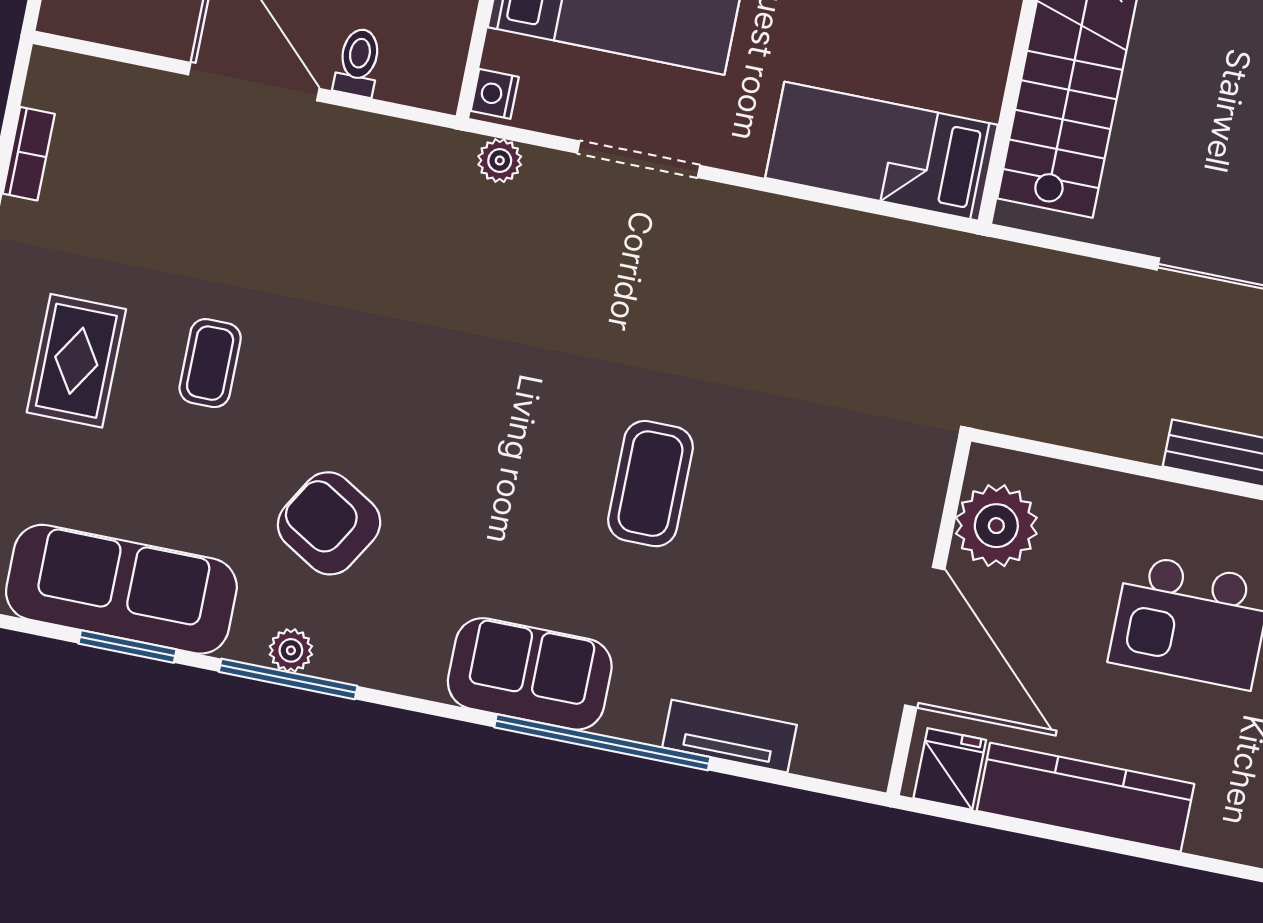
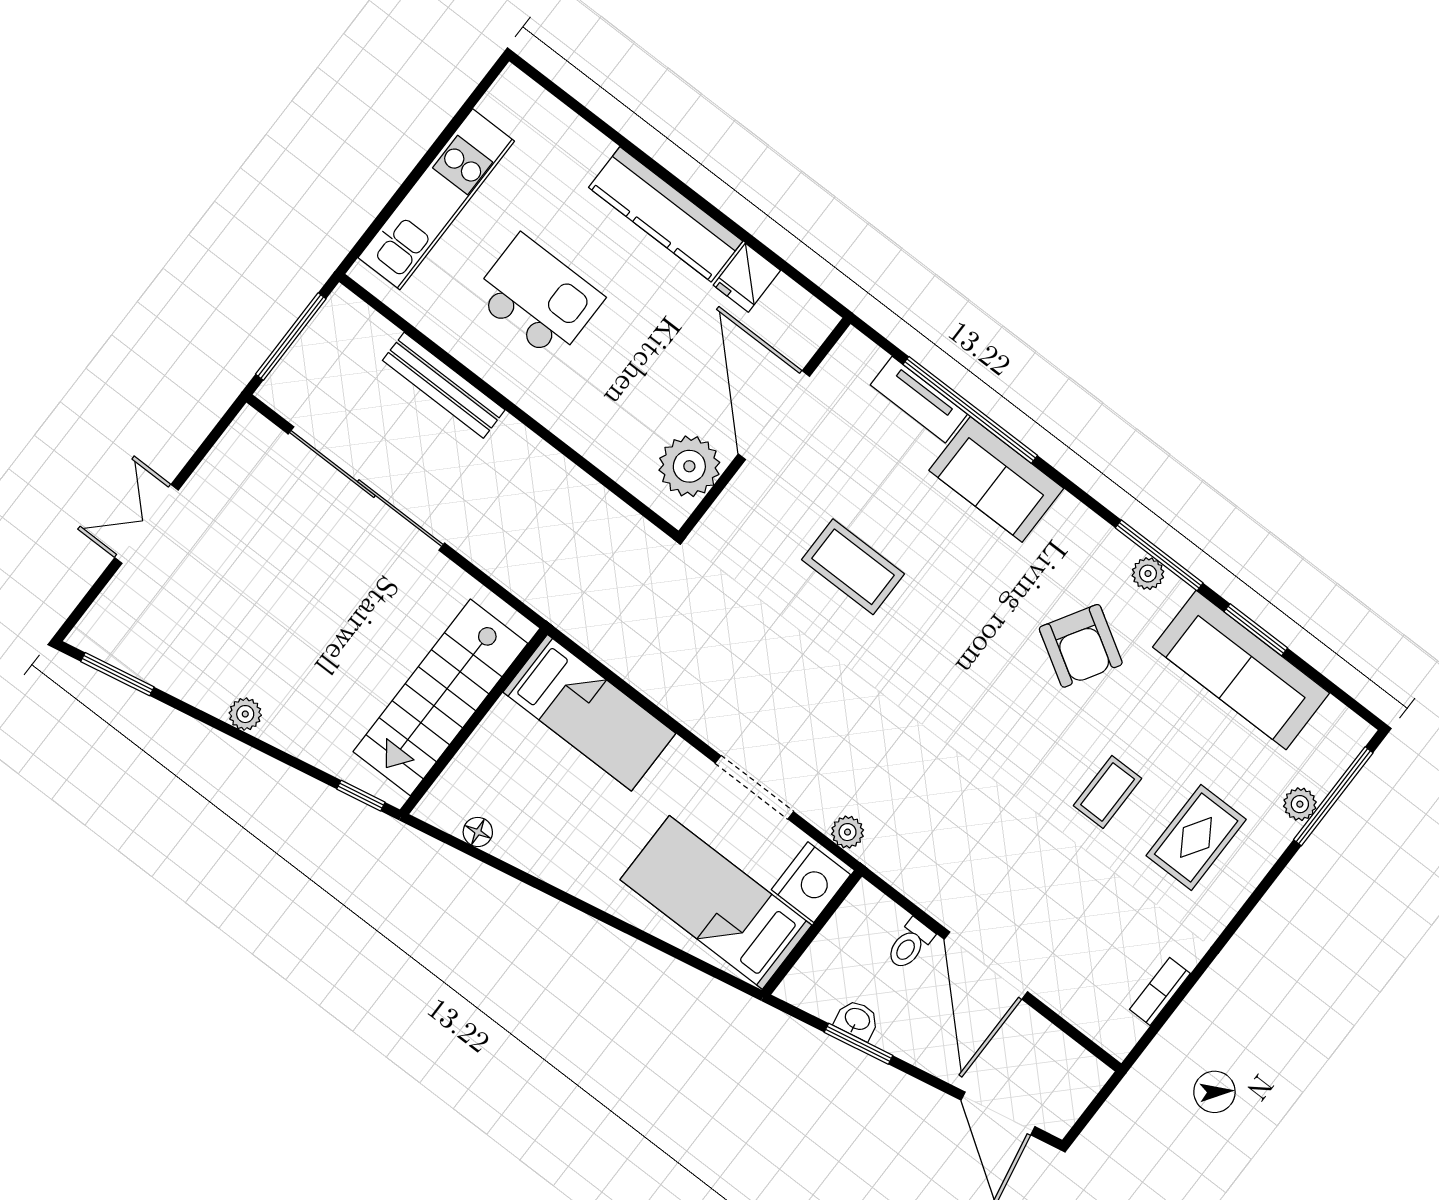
nightstand: (495, 94) -> (811, 882), width x1.89, depth x1.79
coffee table: (650, 484) -> (853, 567), turned 90
plant: (996, 526) -> (689, 466), moved
wall: (929, 617) -> (765, 427), moved
door: (925, 637) -> (774, 415), moved
tv unit: (730, 736) -> (919, 400), moved

